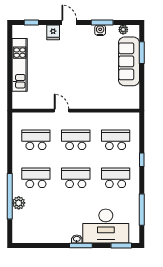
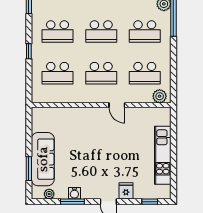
plant: (22, 119) -> (160, 96), added

